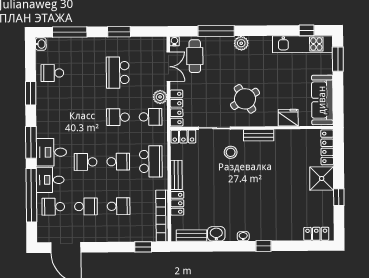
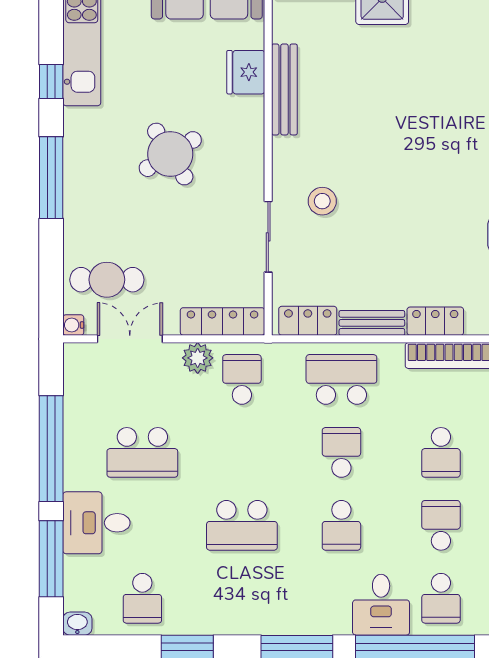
window: (307, 30) -> (51, 81), moved
window: (216, 31) -> (51, 178), moved
window: (119, 32) -> (51, 449), width x2.11
plant: (241, 43) -> (79, 176), removed
round table: (245, 99) -> (170, 154), moved
school desk: (118, 117) -> (242, 525), moved, width x1.85
bench: (259, 135) -> (284, 89), moved, width x1.36
locker: (183, 137) -> (308, 321), moved, turned -90
desk: (51, 152) -> (96, 523), moved, turned 90
school desk: (119, 206) -> (441, 452), turned 180

